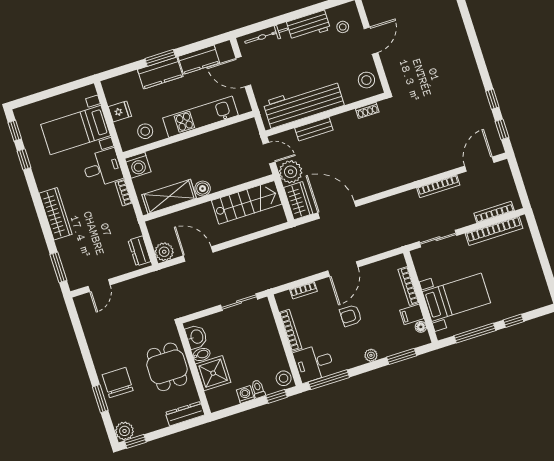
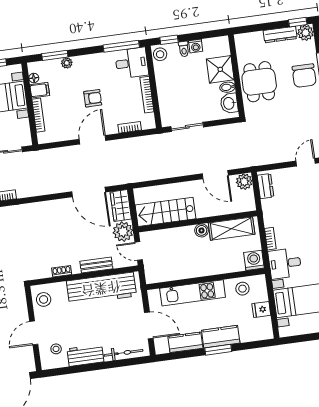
shoe rack: (367, 110) -> (62, 271), moved
plant: (371, 355) -> (67, 63), moved
dresser: (185, 414) -> (280, 35), moved

